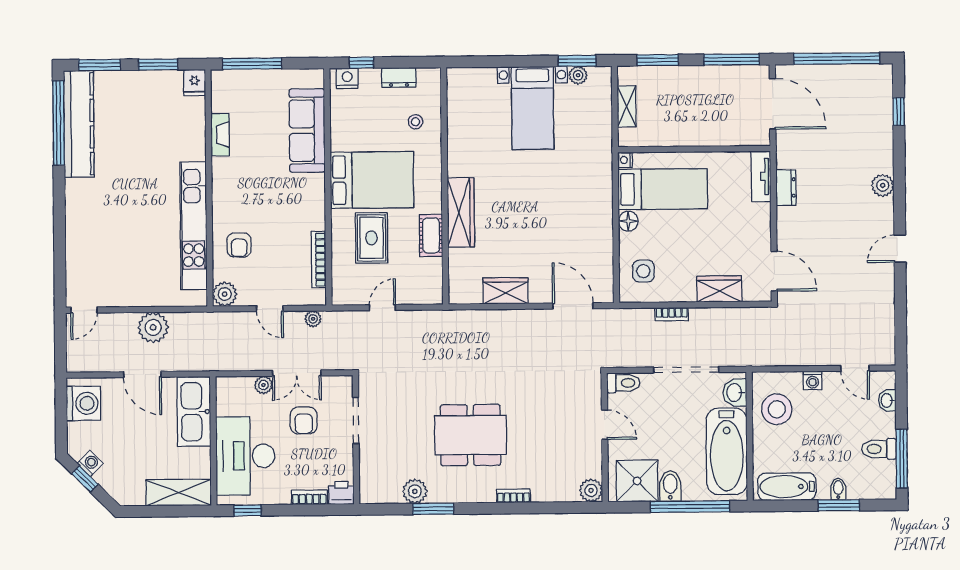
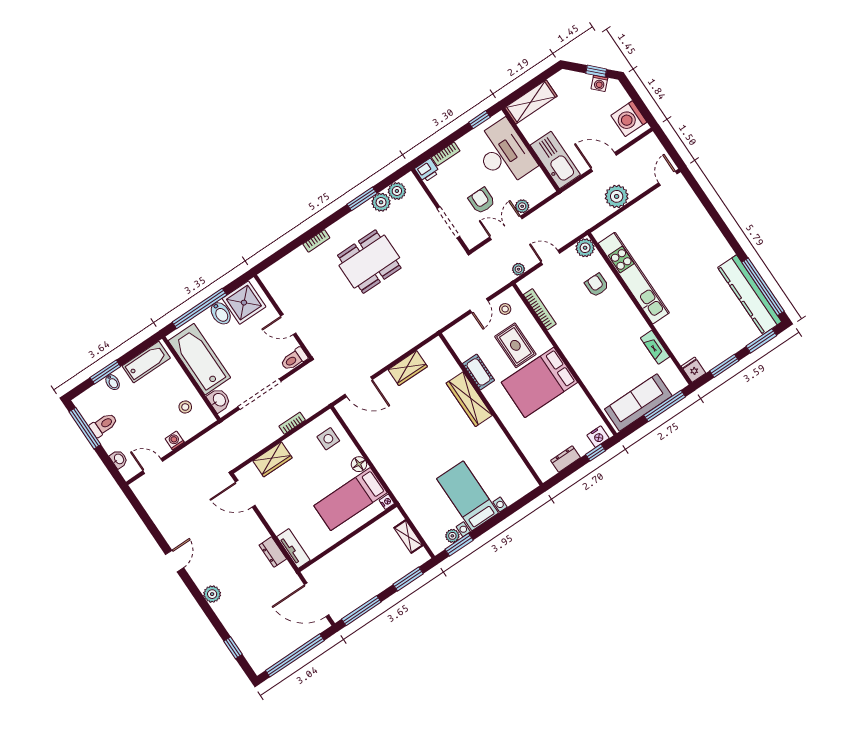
stool: (415, 122) -> (505, 309), moved
sofa: (307, 131) -> (638, 403), moved, turned -90
stool: (777, 409) -> (185, 407), width x0.53, depth x0.53
plant: (591, 490) -> (397, 191), moved

